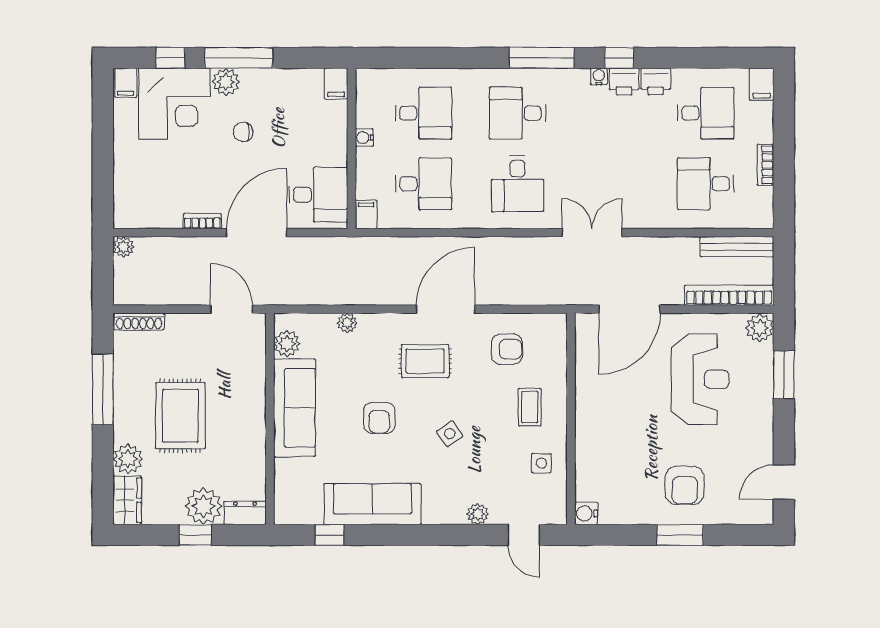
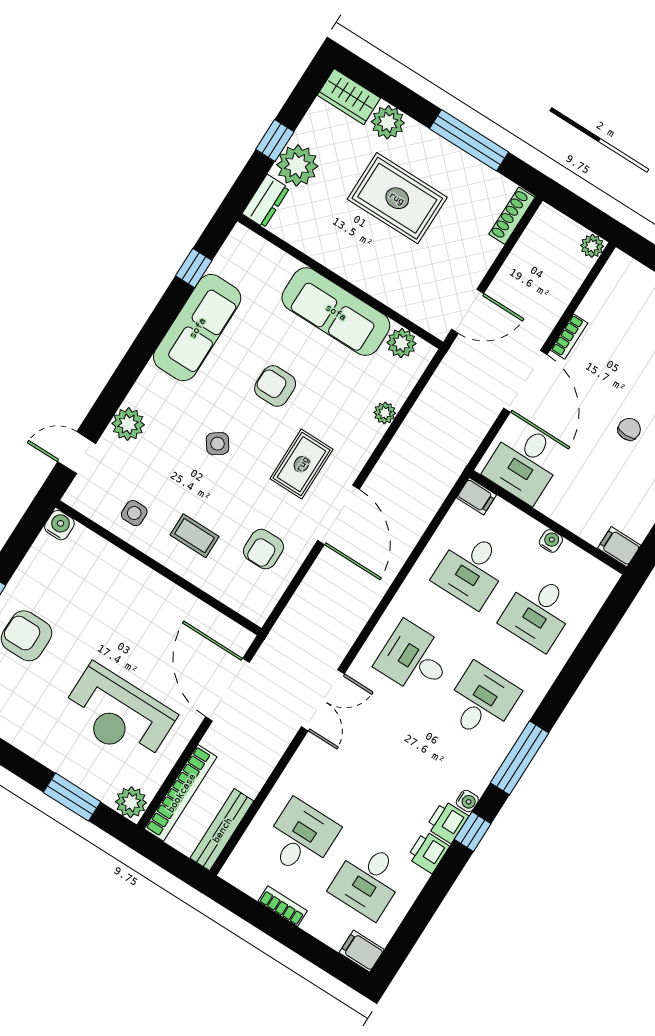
plant: (478, 514) -> (128, 424), width x1.38, depth x1.38

